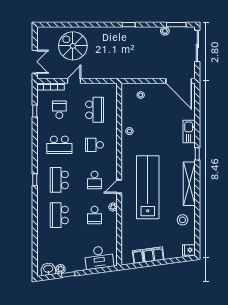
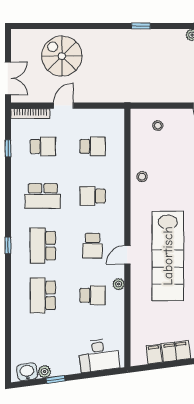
school desk: (59, 110) -> (43, 146), turned 90
school desk: (95, 110) -> (93, 146), width x0.54
lab bench: (148, 187) -> (168, 256), turned 180
school desk: (95, 215) -> (93, 295), turned -90

